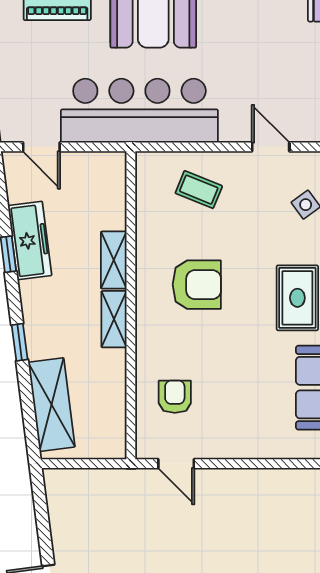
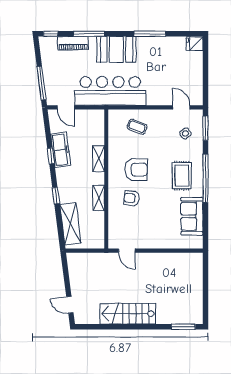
door: (271, 147) -> (181, 107), moved
shelving: (114, 319) -> (99, 198), moved
armchair: (175, 397) -> (132, 198), moved, turned -83

